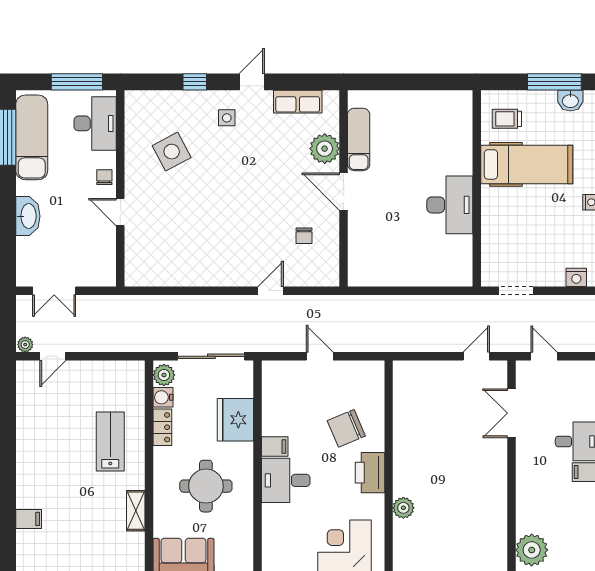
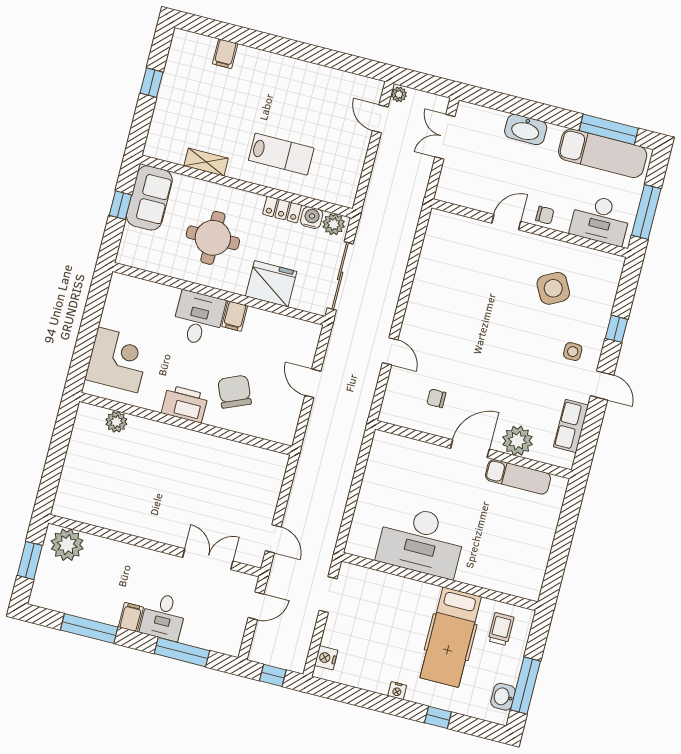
desk: (450, 205) -> (421, 541), width x1.36, depth x1.30
door: (320, 356) -> (313, 383), swing flipped
plant: (403, 508) -> (116, 422), moved

